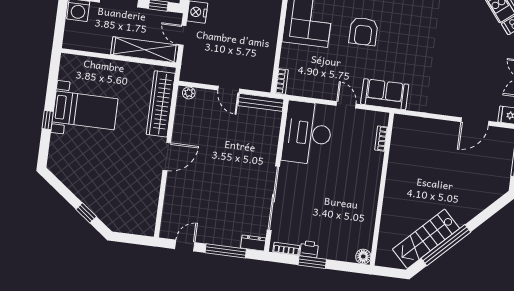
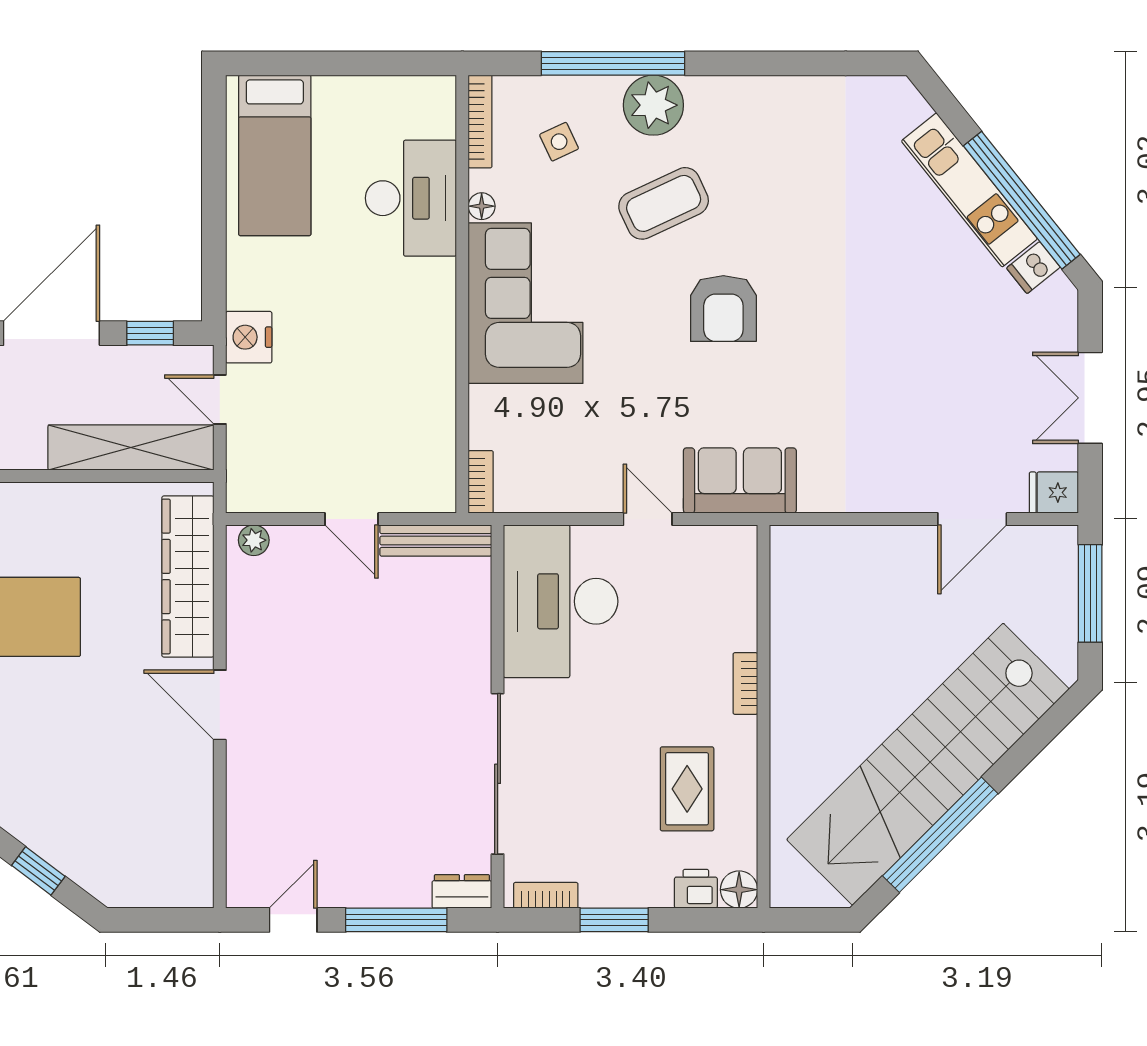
armchair: (363, 31) -> (723, 309), moved
bookcase: (381, 139) -> (745, 684), moved
door: (167, 157) -> (220, 705), swing flipped
rug: (348, 214) -> (687, 789), added
stairs: (426, 239) -> (928, 764), width x1.86, depth x1.51
printer: (309, 249) -> (696, 889), moved

